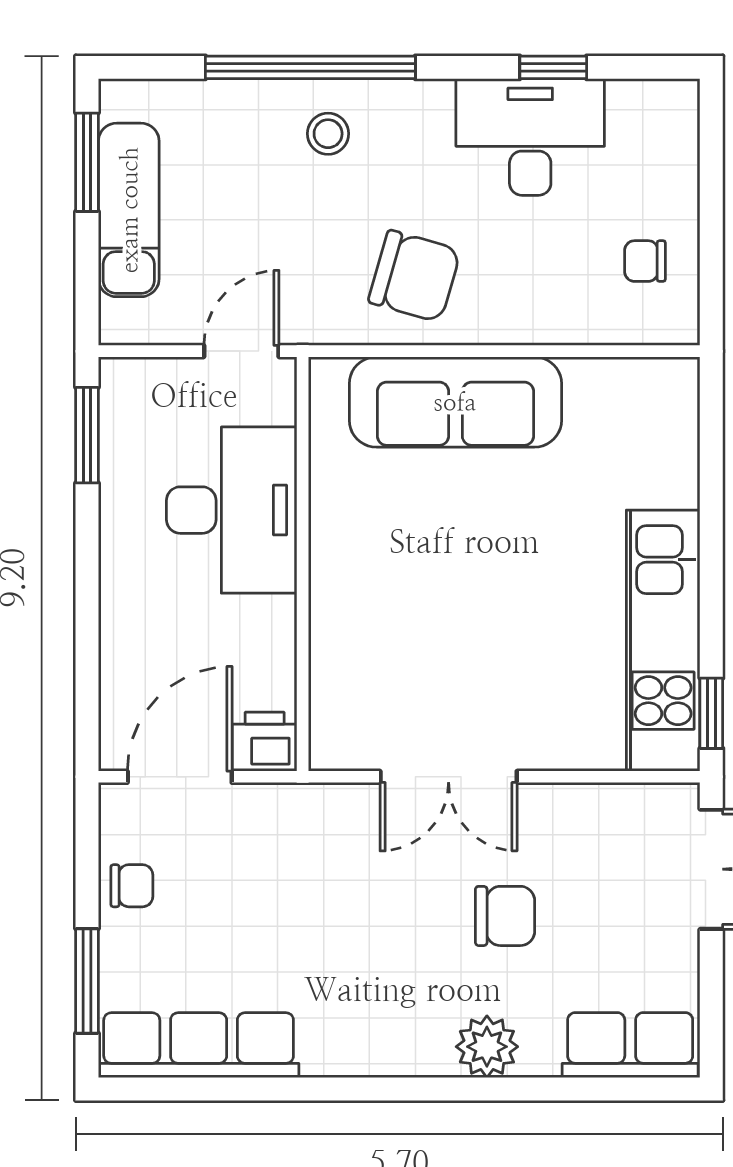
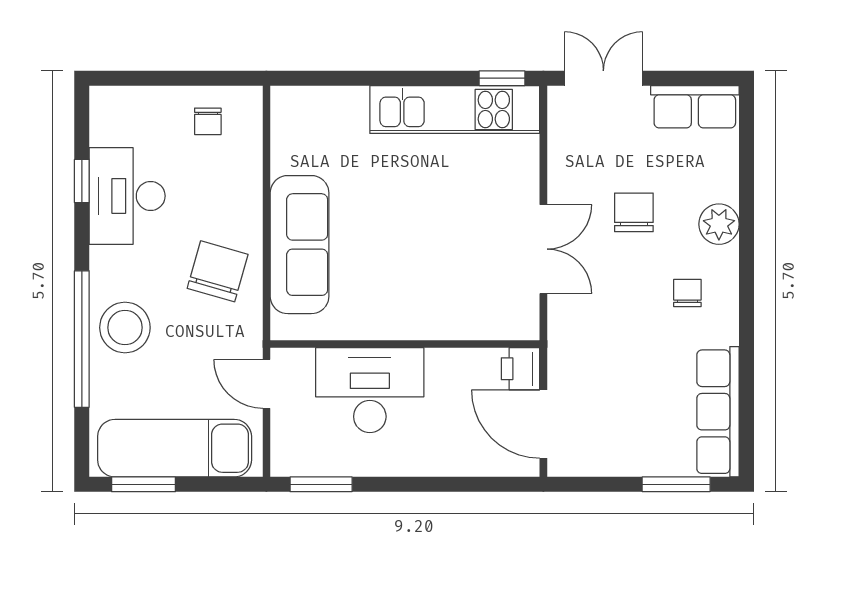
stool: (328, 134) -> (125, 328), width x1.89, depth x1.89
exam couch: (129, 210) -> (175, 448), width x1.36, depth x1.45
chair: (132, 886) -> (687, 293), moved
row of seats: (630, 1045) -> (695, 107), moved, turned -90

